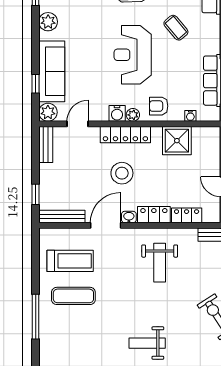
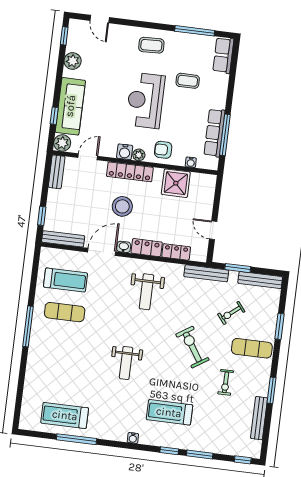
coffee table: (176, 28) -> (188, 81), turned -50
weight bench: (147, 343) -> (126, 363), turned -90

